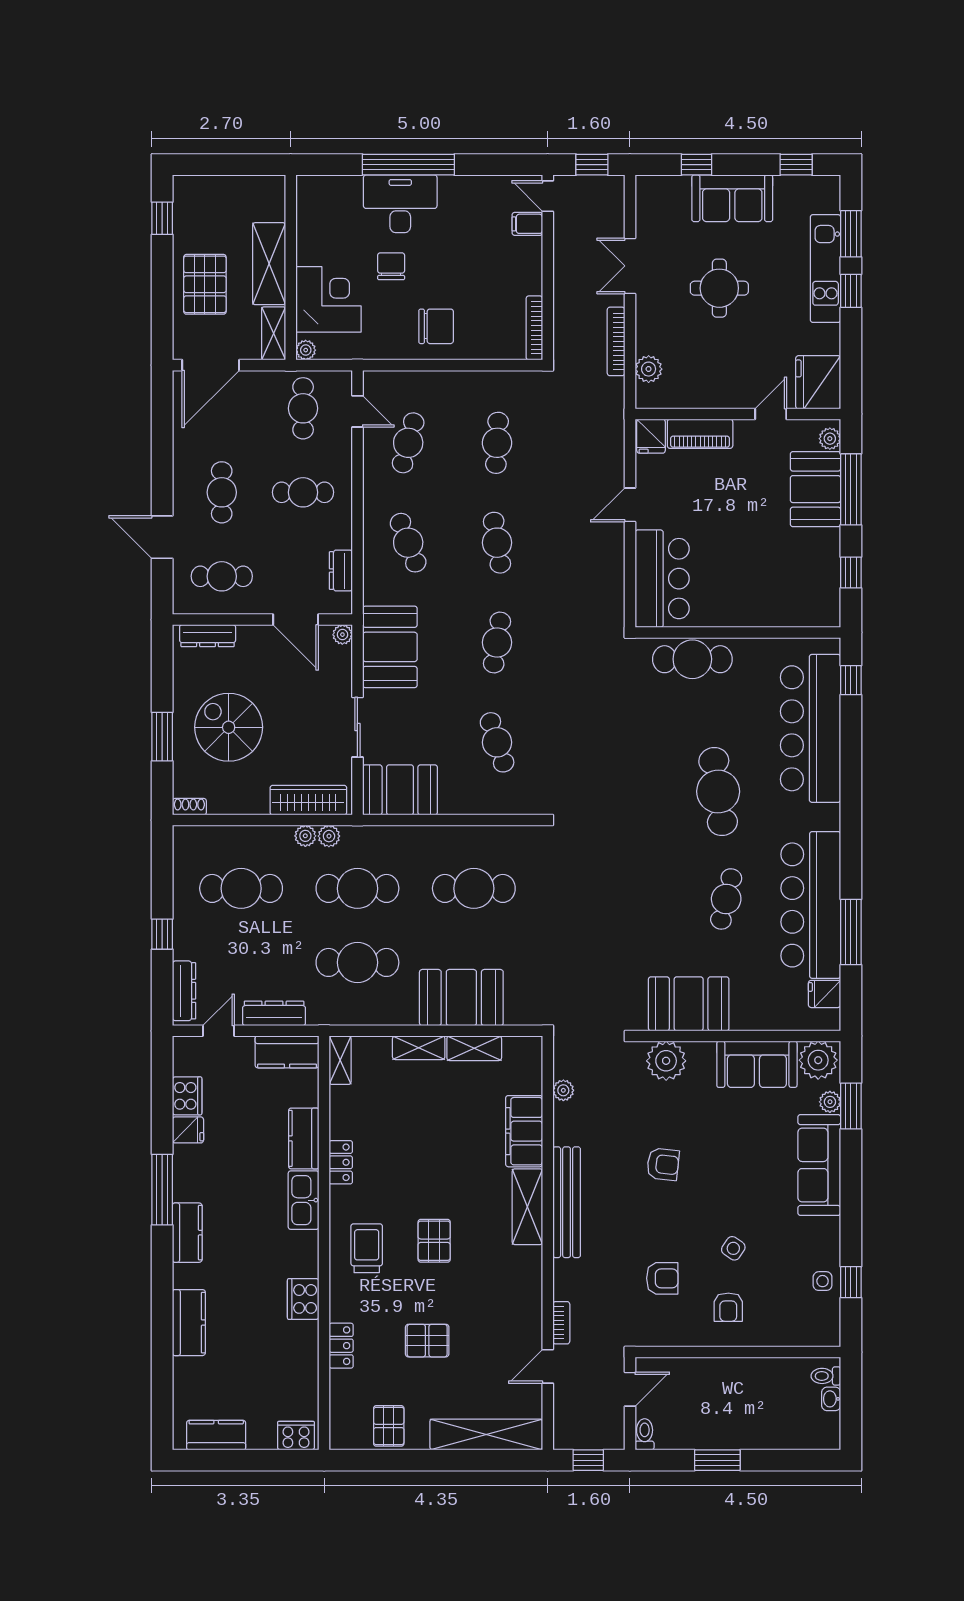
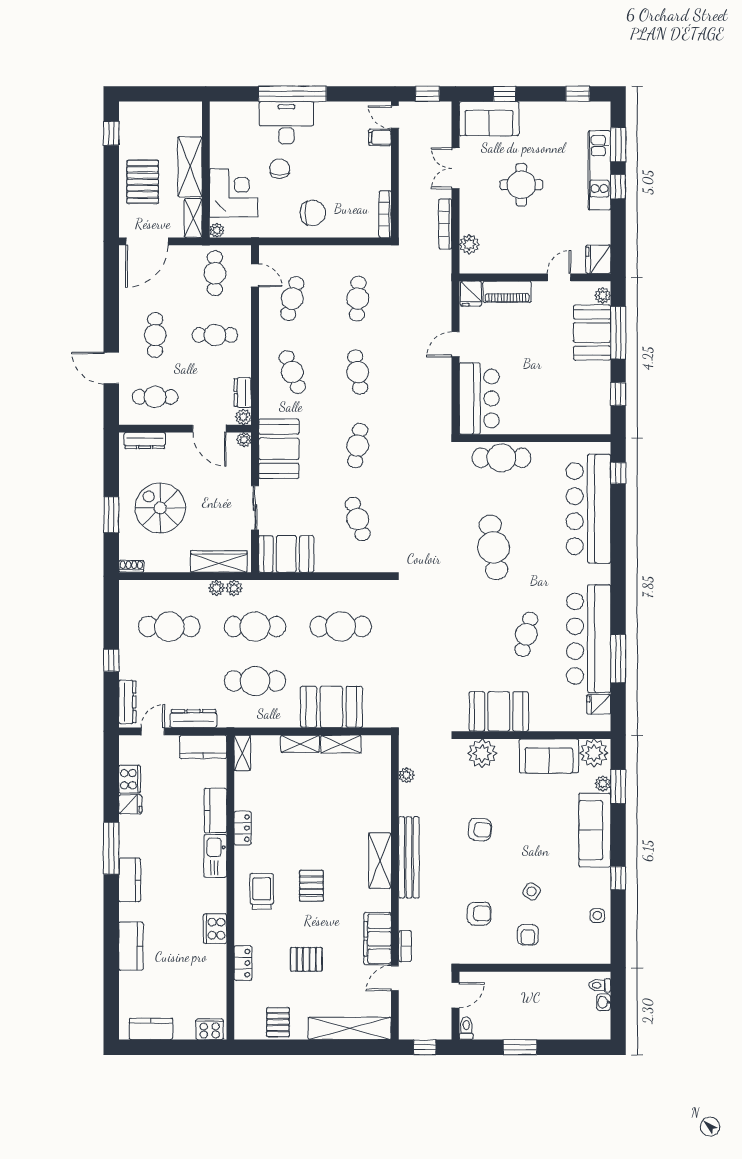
sofa: (732, 198) -> (489, 119), moved
fridge: (818, 382) -> (598, 259), width x0.73, depth x0.75
plant: (342, 604) -> (243, 417), added
cafe table: (718, 792) -> (493, 547), moved
filing cabinet: (524, 1131) -> (378, 939), moved
window: (851, 1282) -> (618, 878), moved

